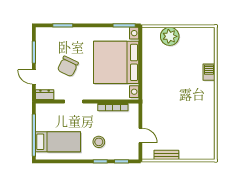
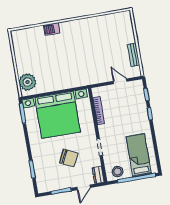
plant: (170, 36) -> (27, 82), moved
door: (140, 135) -> (120, 81), hinge flipped
stool: (99, 142) -> (118, 172), moved

